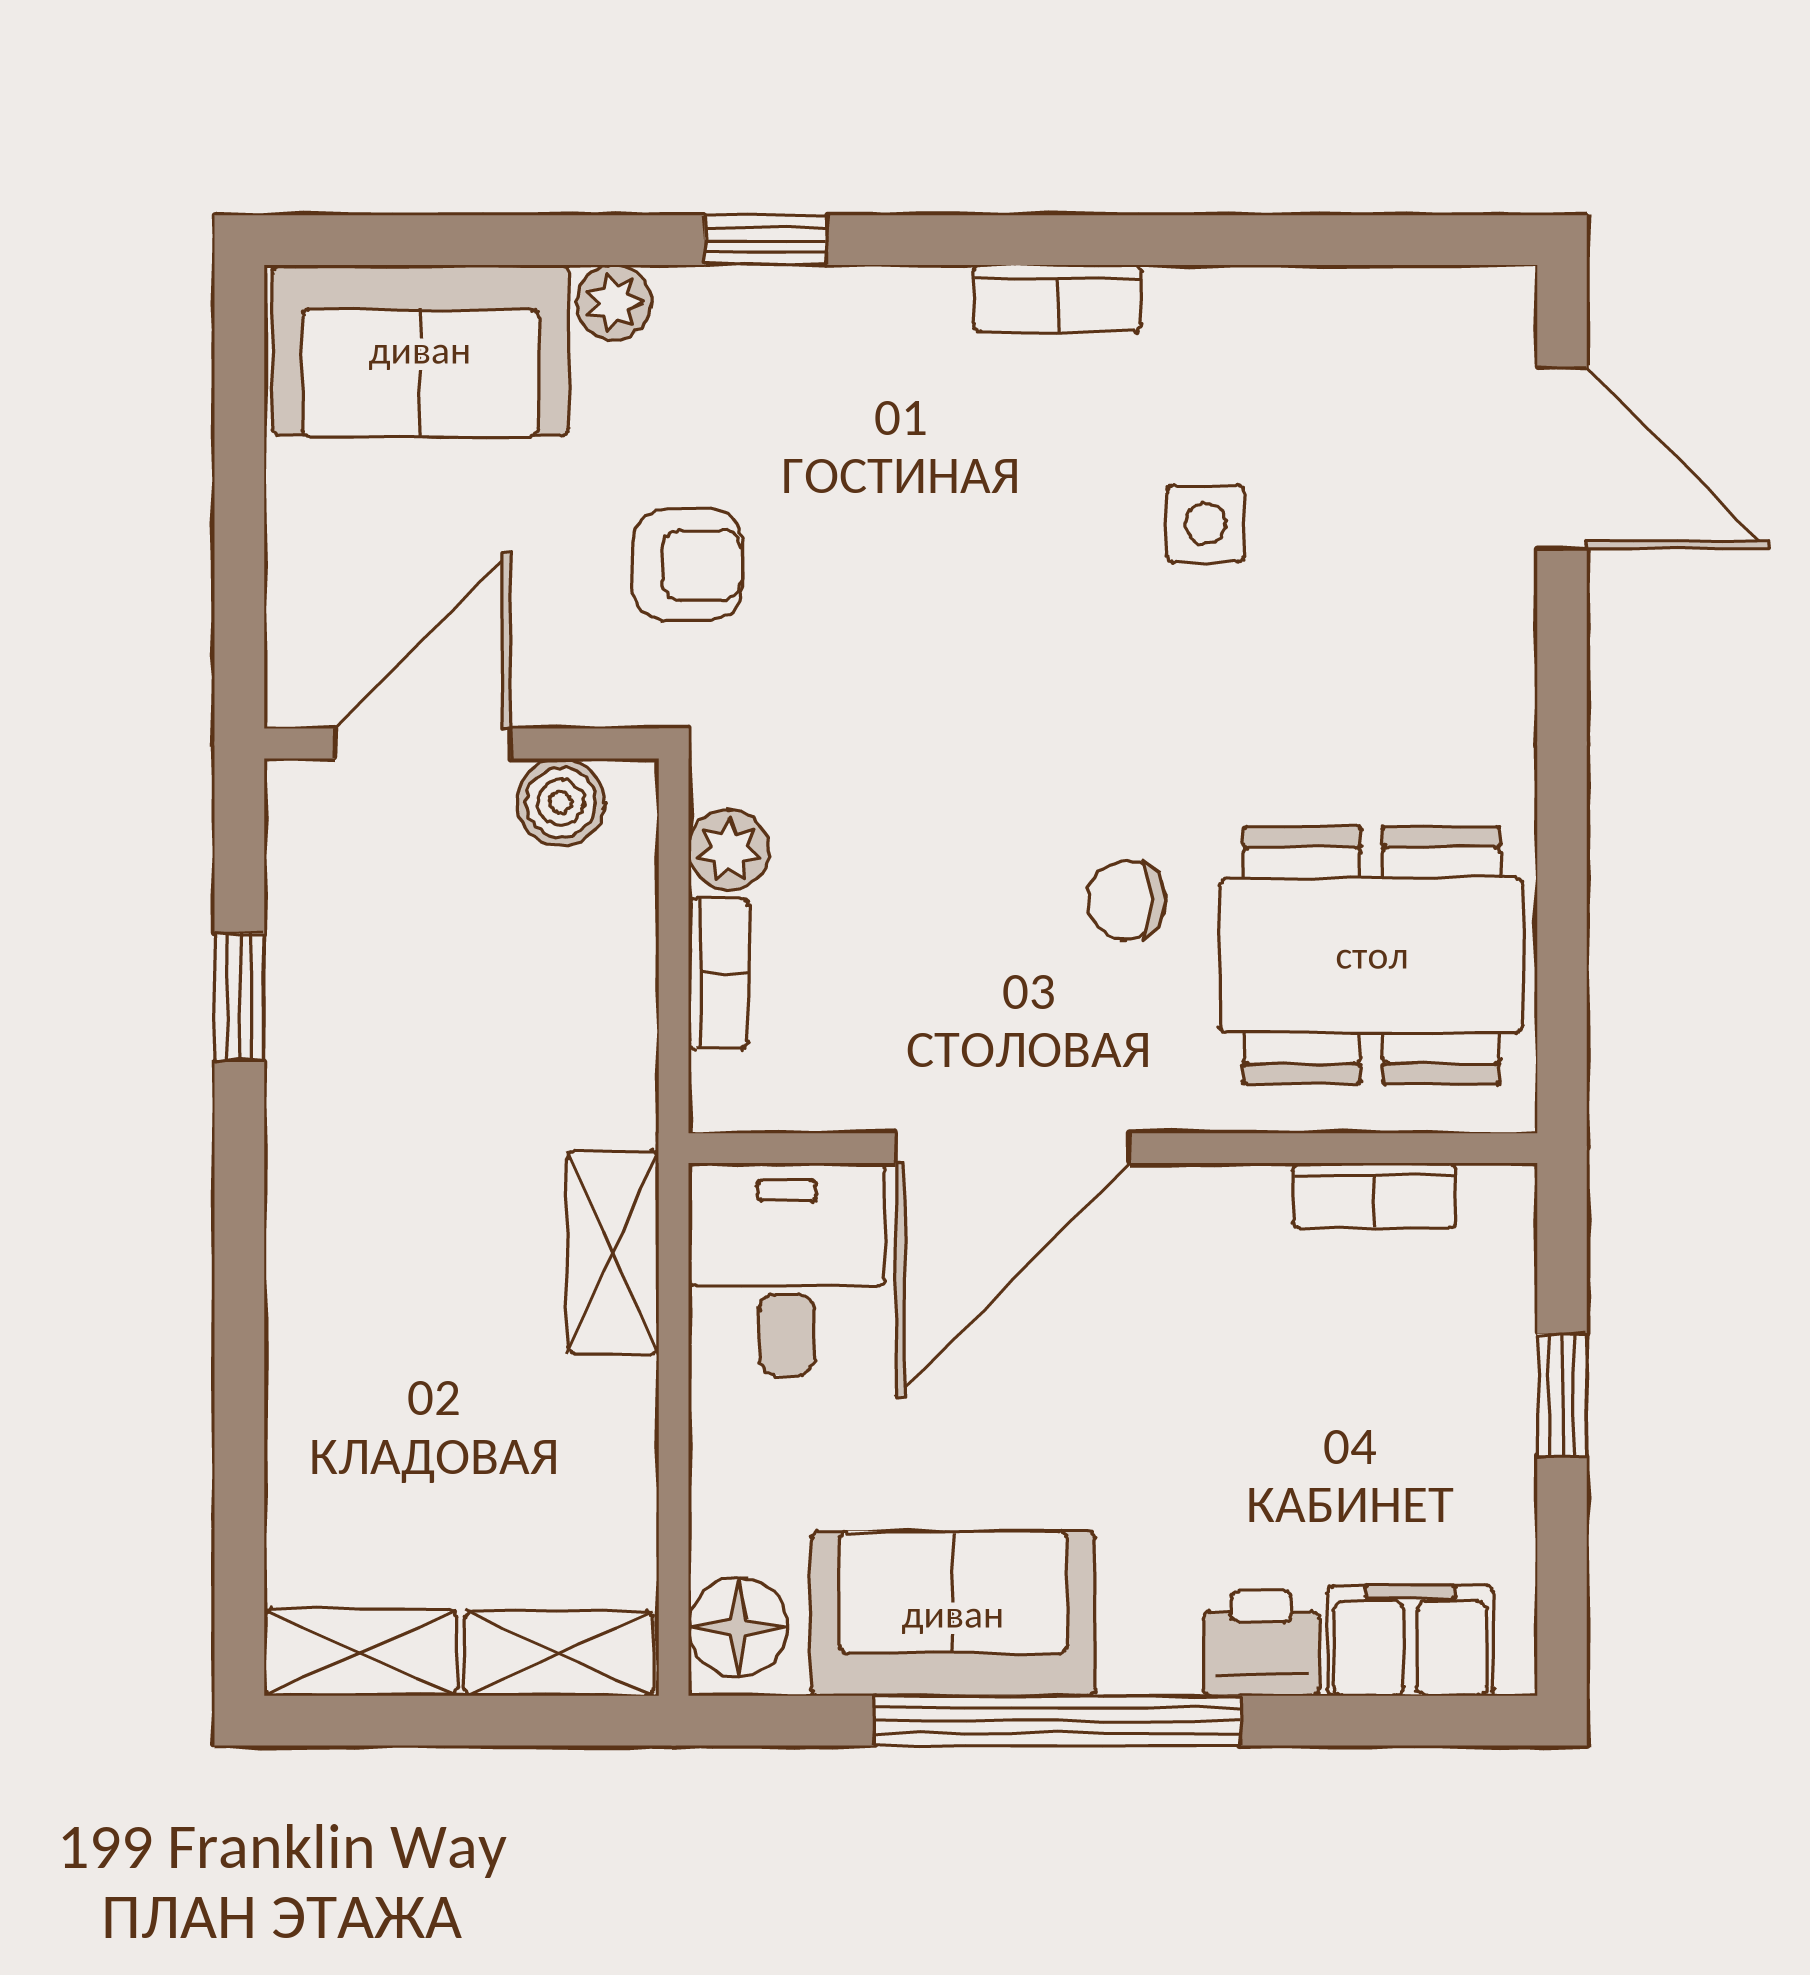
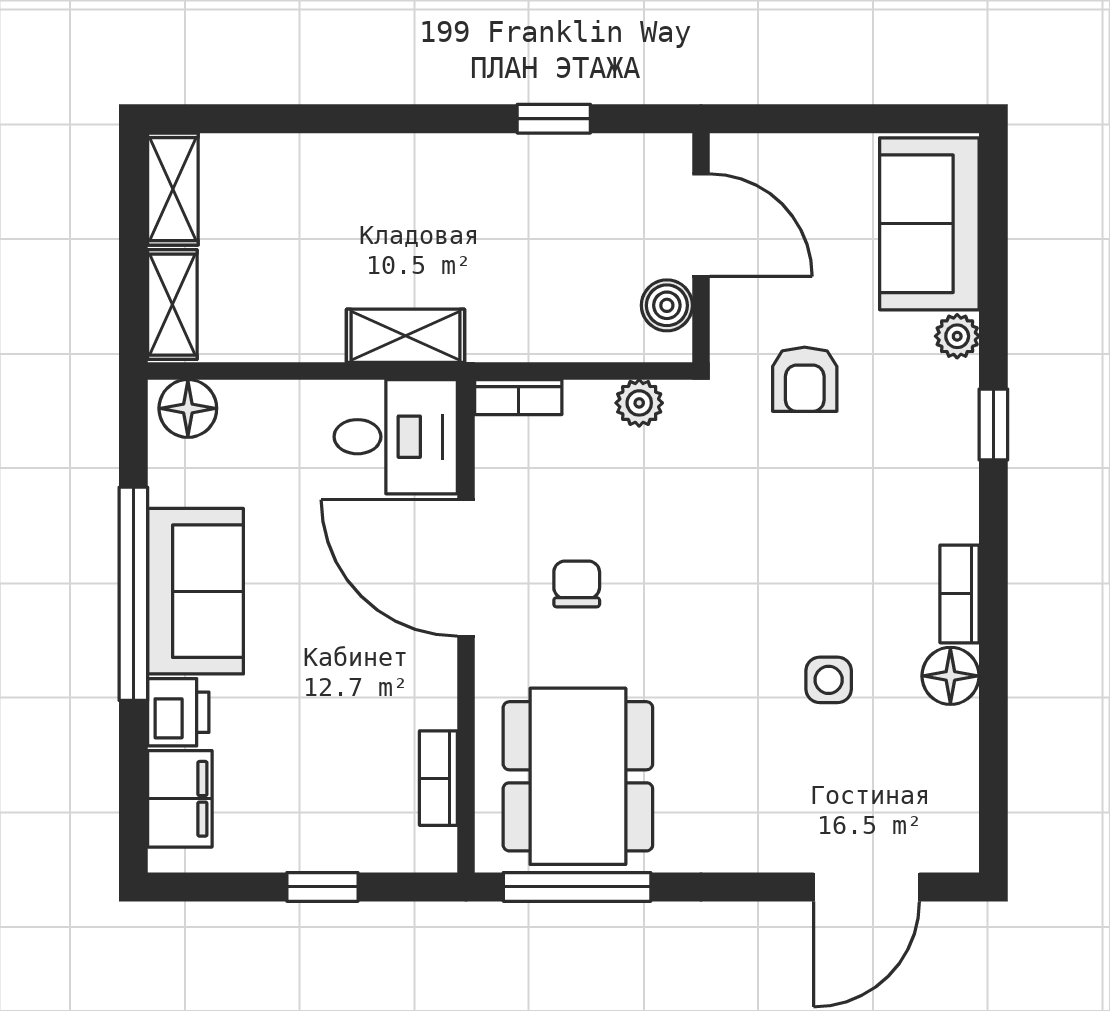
floor lamp: (1199, 314) -> (950, 676), added
chair: (1127, 900) -> (577, 584), moved
window: (1562, 957) -> (577, 887), added
bookcase: (719, 973) -> (518, 397), moved
sofa: (953, 1614) -> (196, 591), moved

